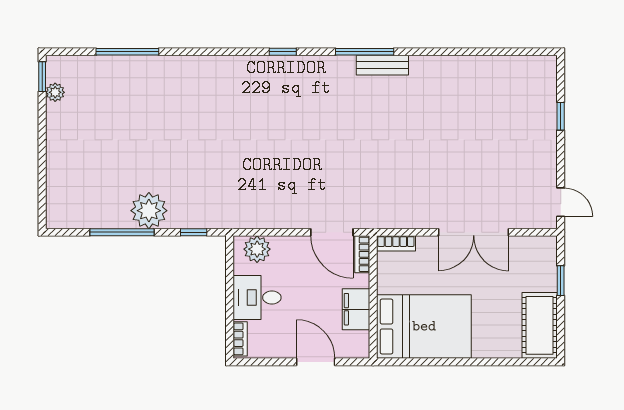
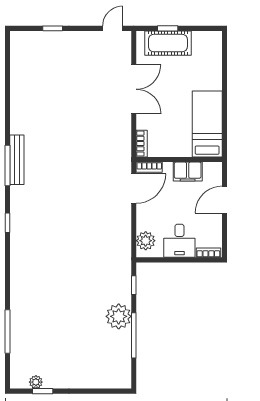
bench: (382, 65) -> (17, 160), width x1.36
window: (42, 77) -> (43, 391), moved
cot: (540, 325) -> (168, 43), moved
bed: (424, 326) -> (207, 124), width x0.67

